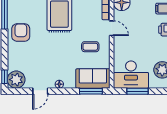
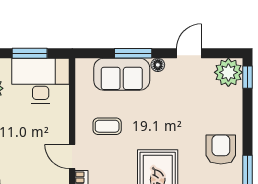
armchair: (21, 33) -> (221, 149), turned 180
sofa: (93, 78) -> (122, 74), moved
window: (91, 91) -> (133, 53), moved

